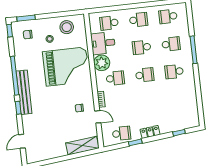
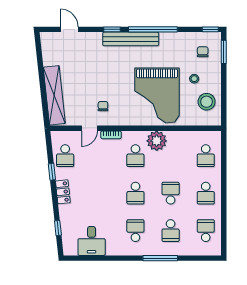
school desk: (109, 23) -> (206, 156), turned 180
desk: (103, 43) -> (92, 241), moved, turned 180
shelving: (82, 146) -> (54, 95), width x1.47

